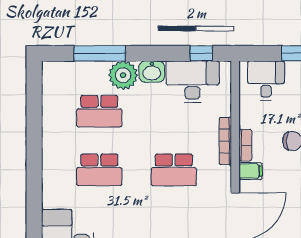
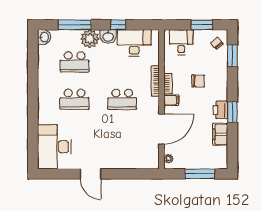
window: (201, 53) -> (118, 25), moved
washbasin: (52, 73) -> (44, 37), added

